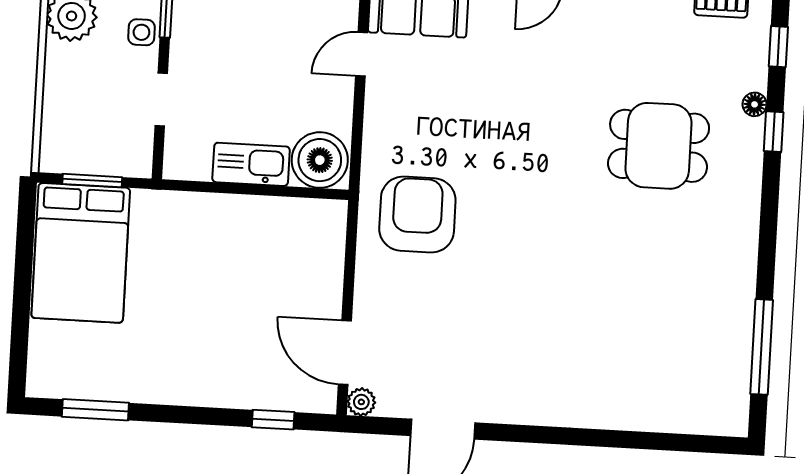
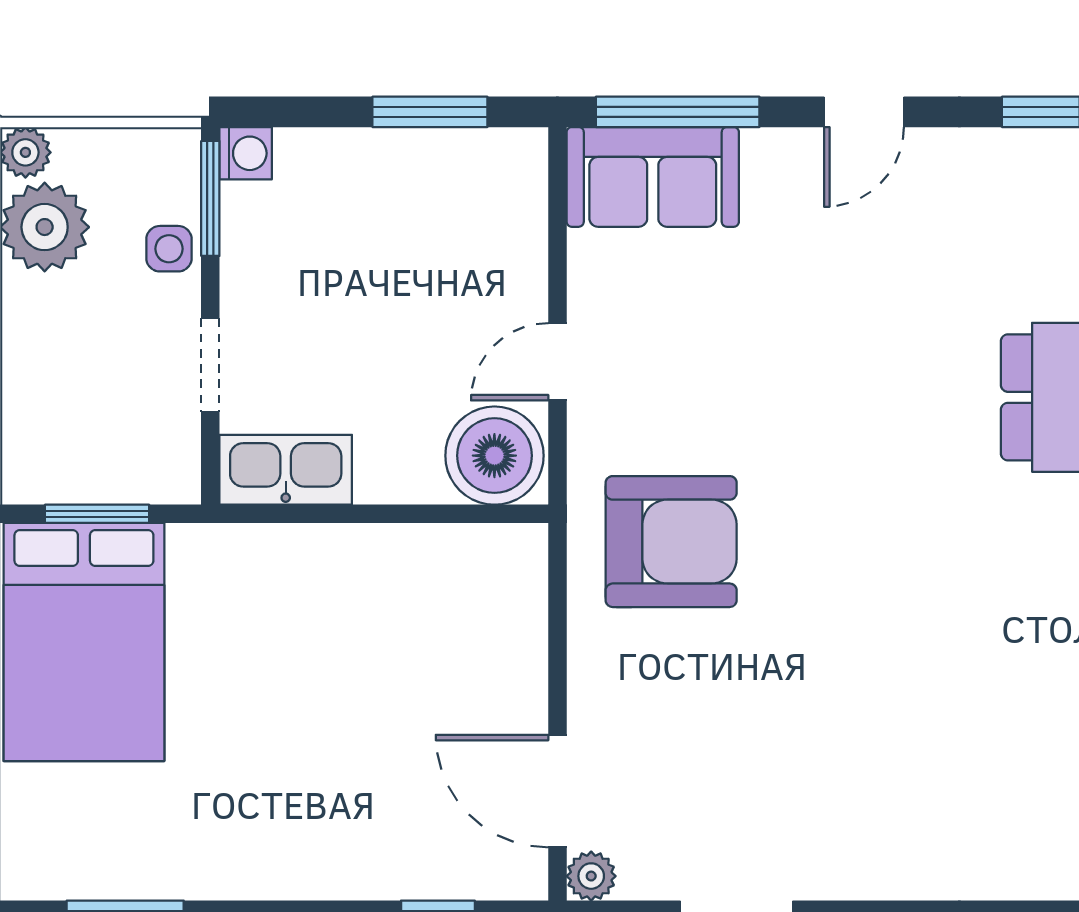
door: (362, 54) -> (557, 362), moved
kitchen sink: (251, 164) -> (286, 470), moved
armchair: (417, 215) -> (671, 542), turned 90

